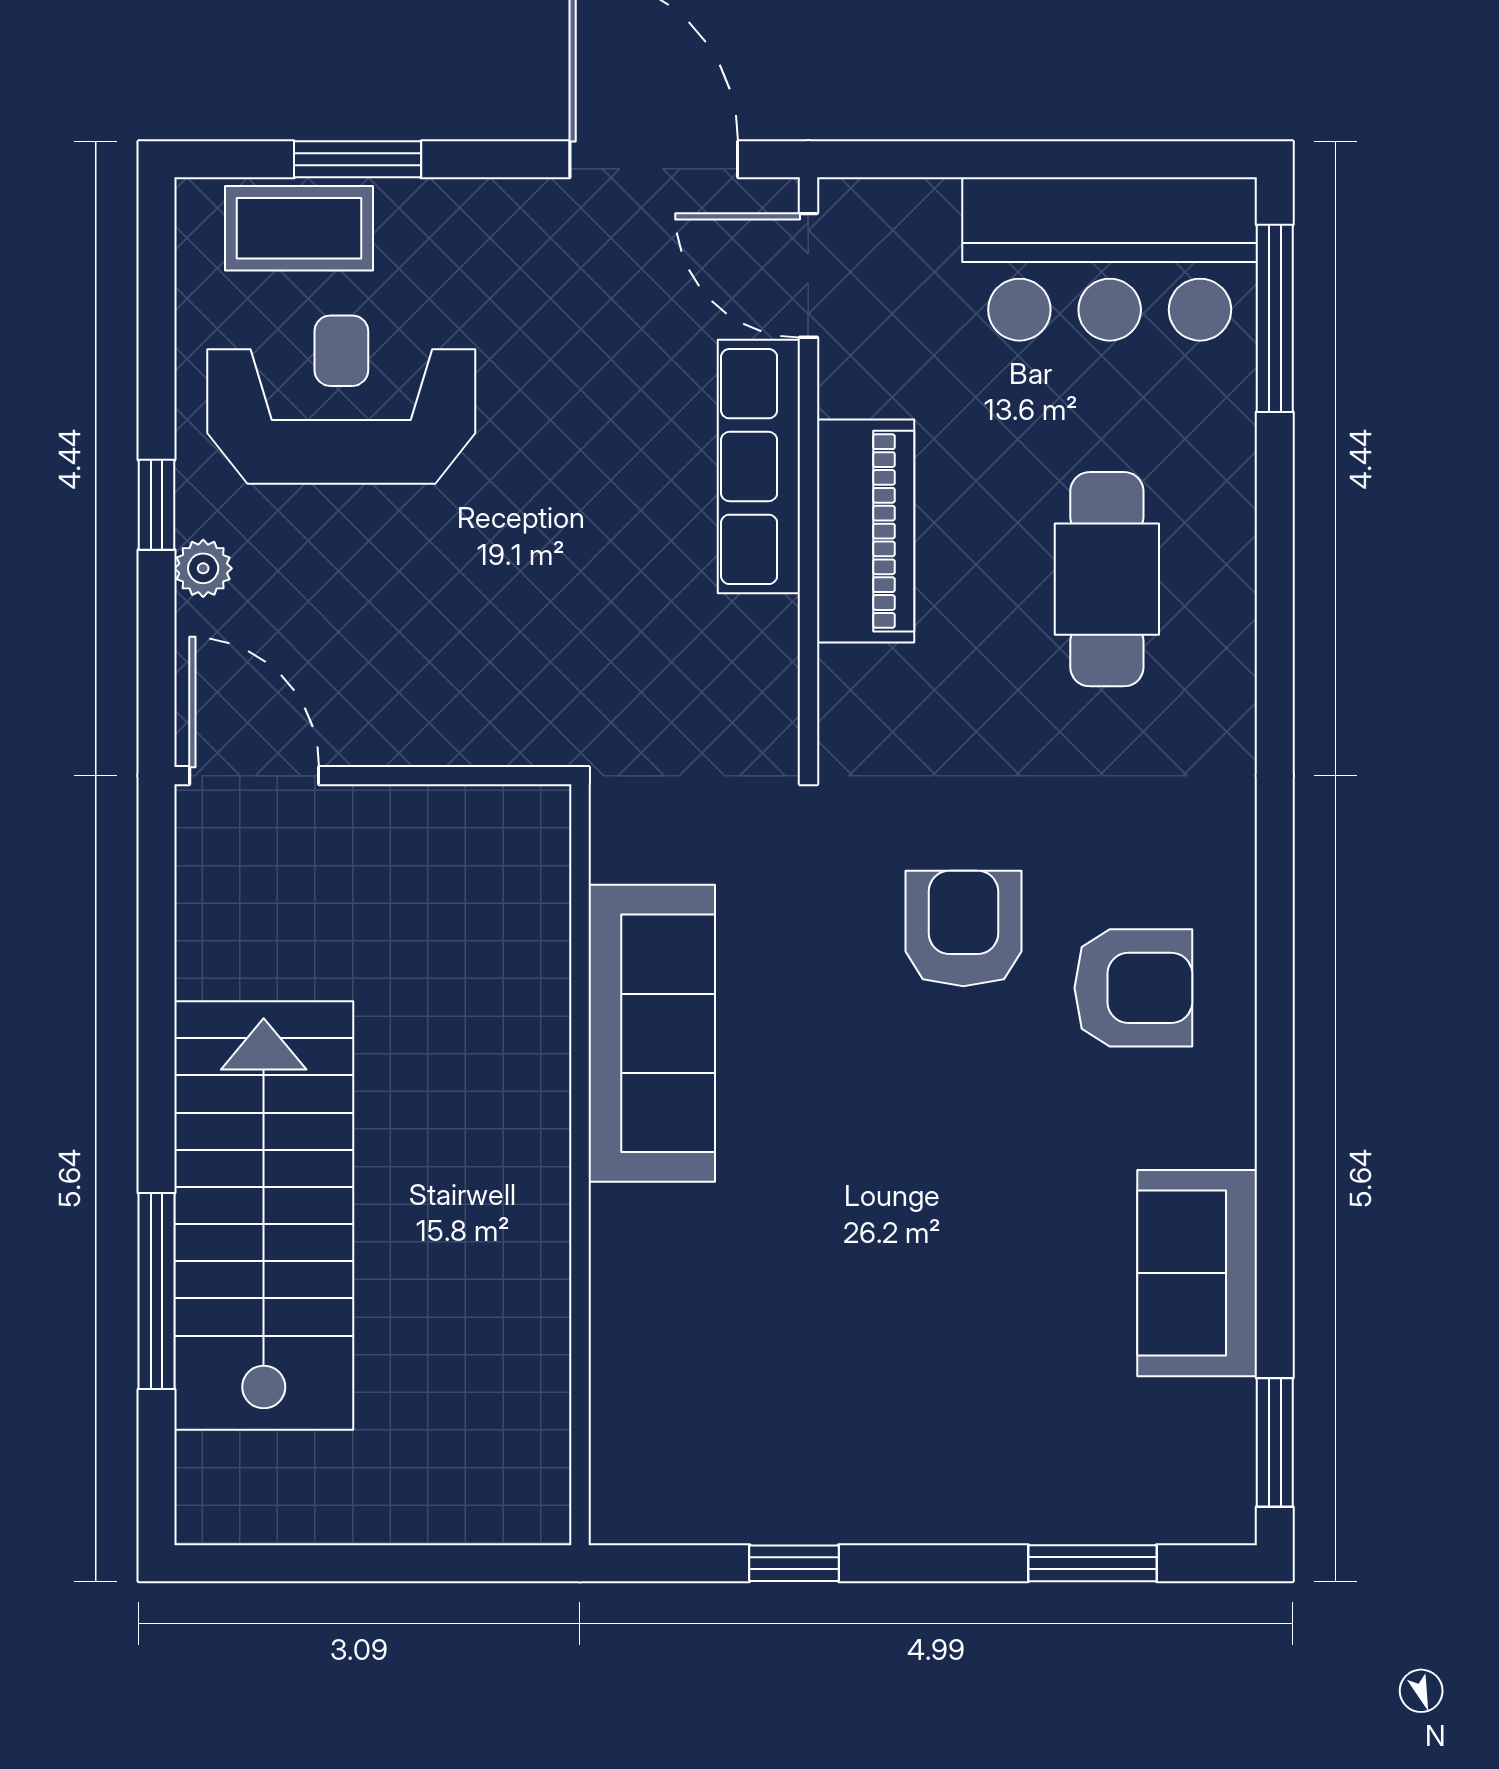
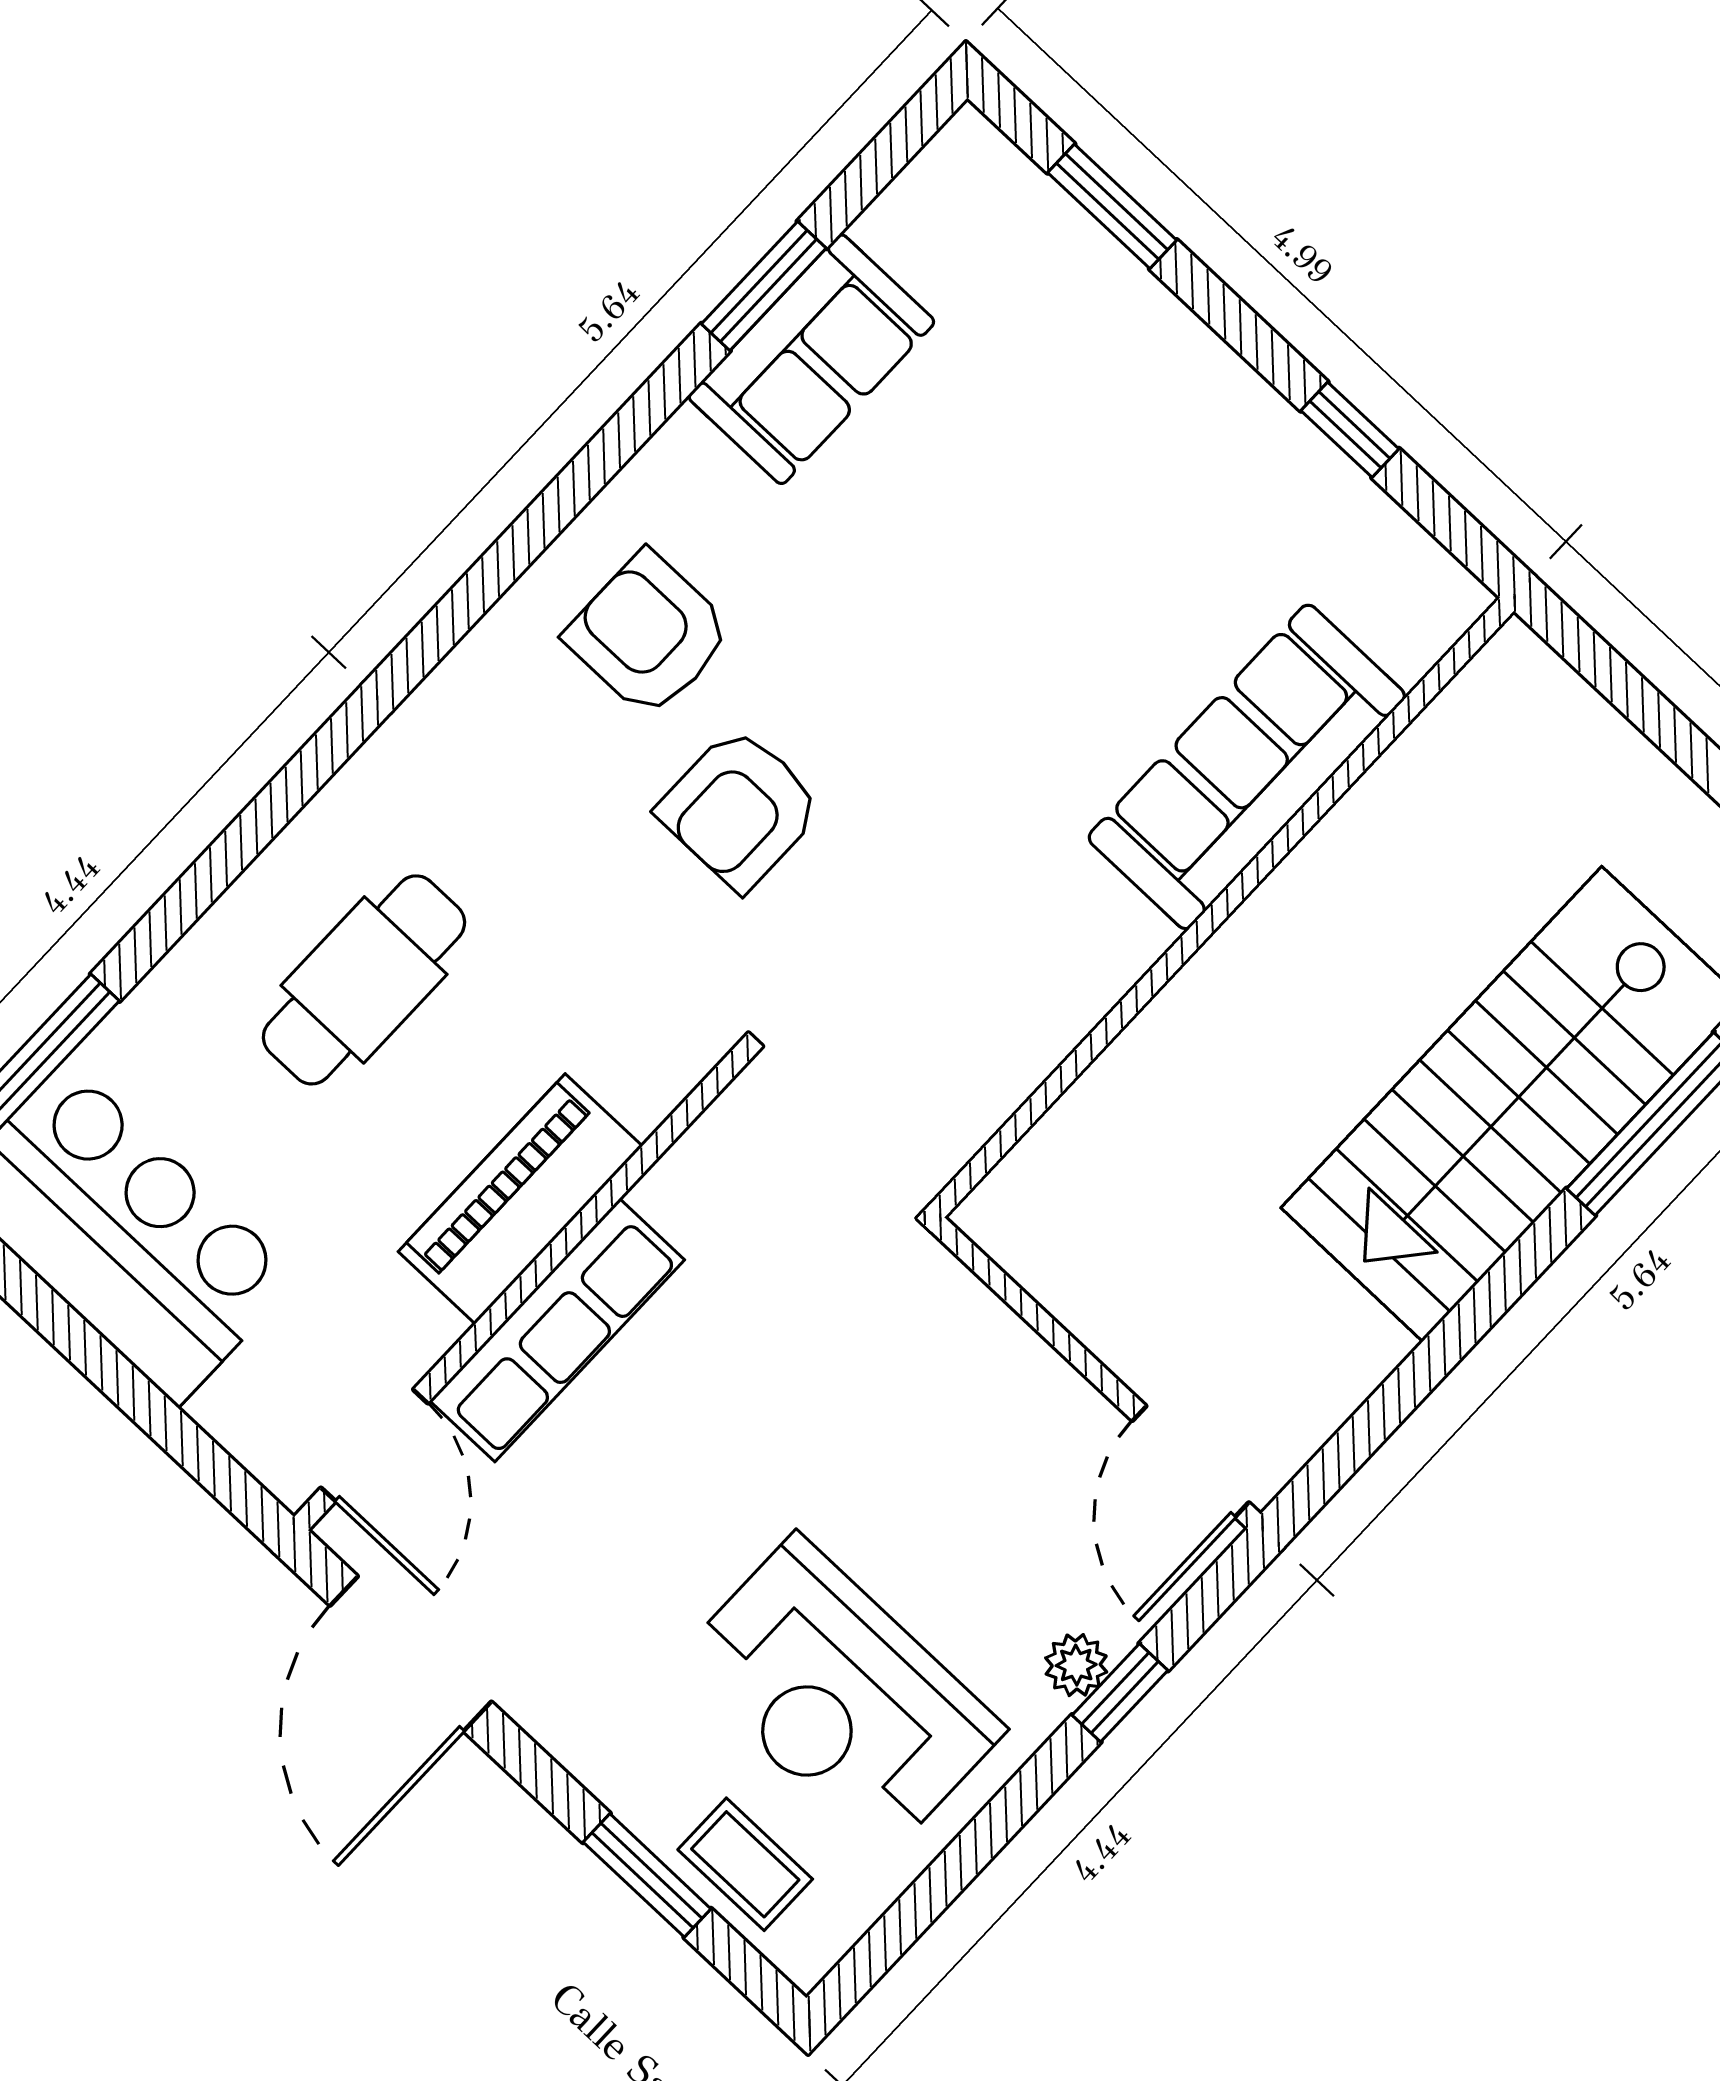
coffee table: (299, 228) -> (745, 1864), width x0.73, depth x0.77
window: (156, 505) -> (1120, 1693), moved
sofa: (652, 1033) -> (1247, 767), moved
window: (1275, 1442) -> (764, 286), moved

